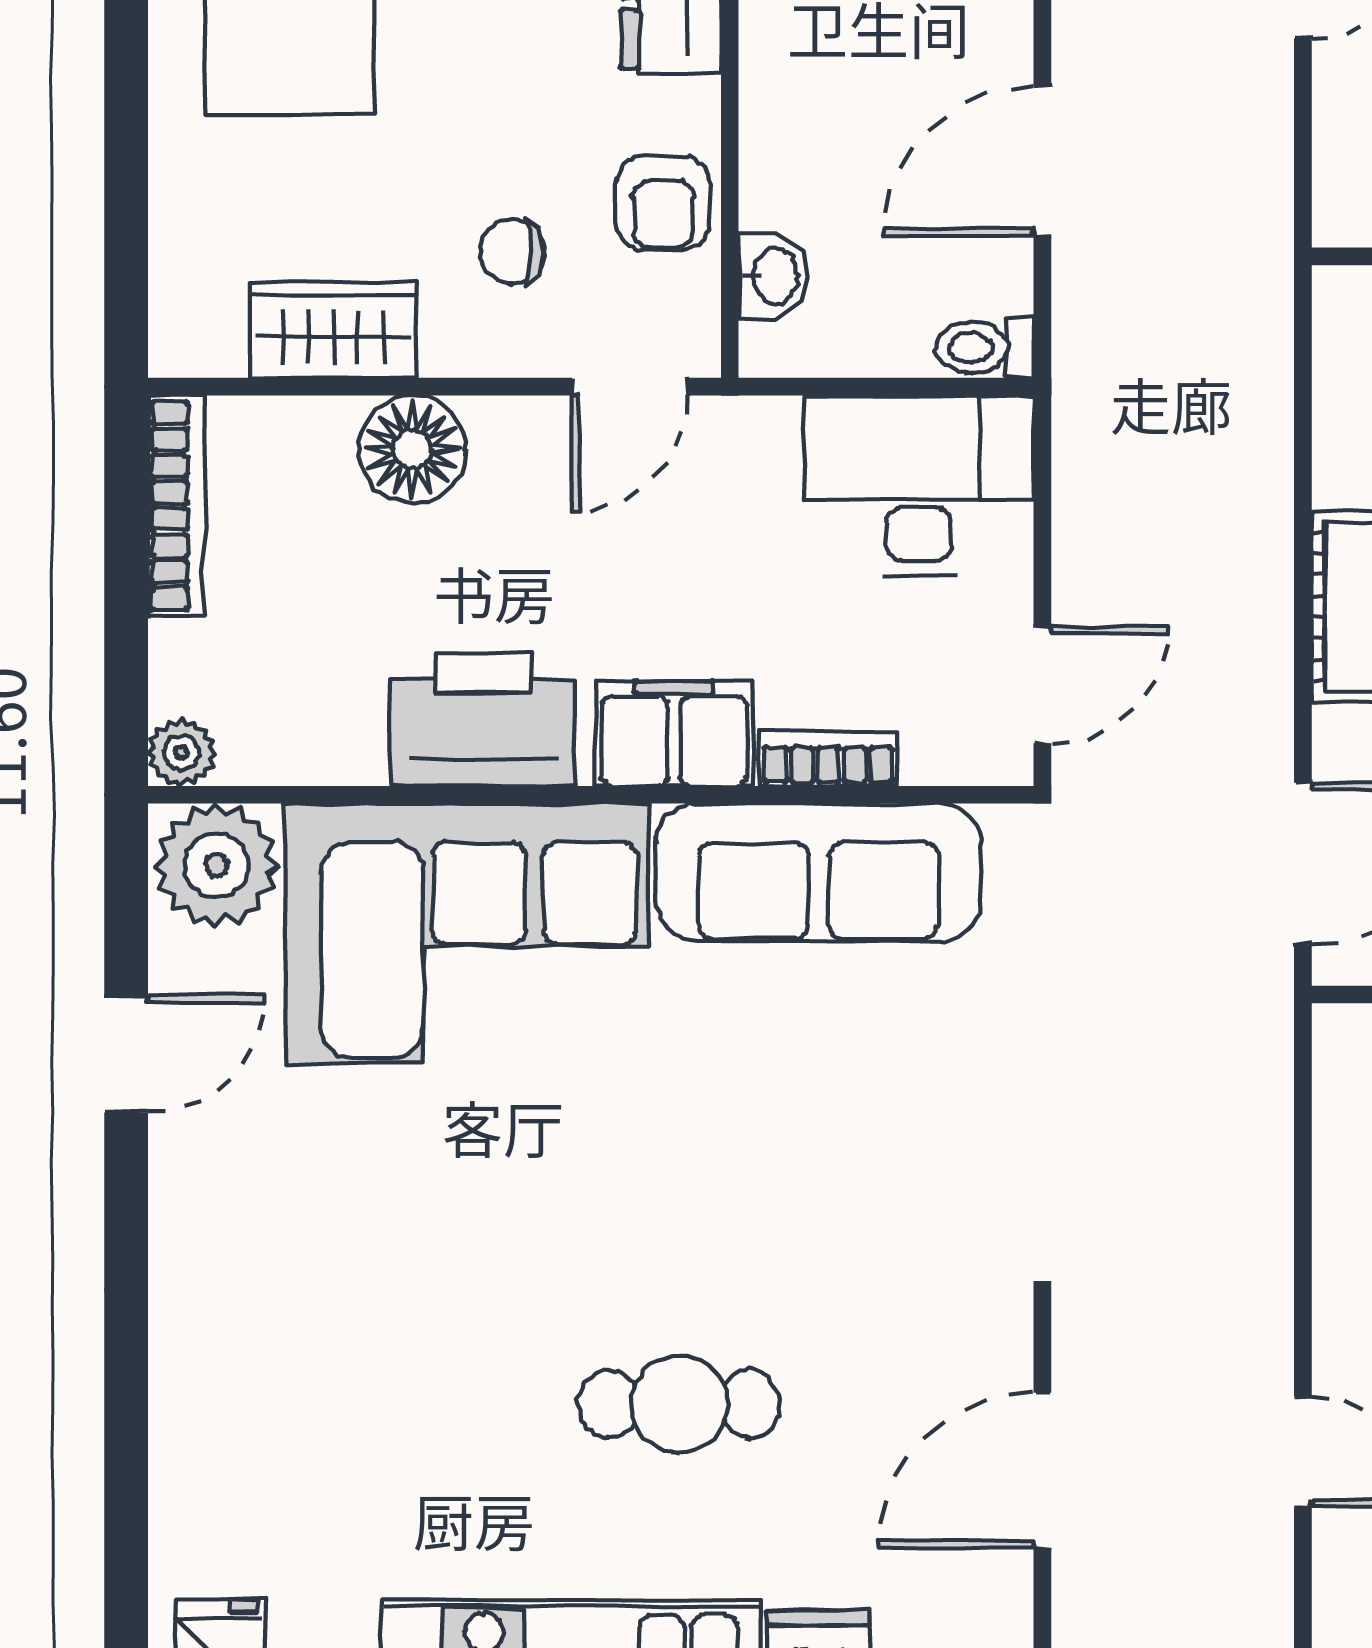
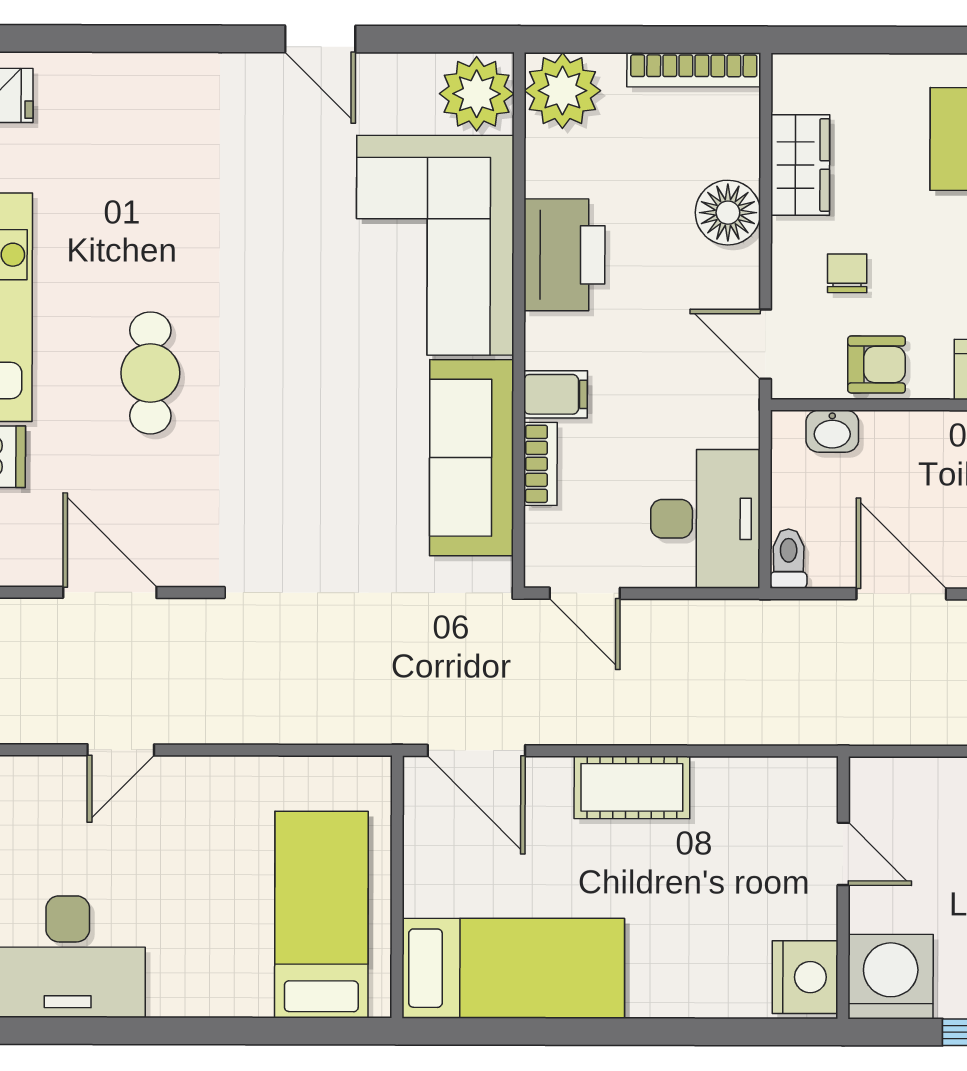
armchair: (663, 203) -> (877, 364), turned 180
filing cabinet: (674, 734) -> (556, 394), width x0.50
plant: (181, 752) -> (562, 91), width x1.87, depth x1.87
door: (126, 1054) -> (320, 39), moved

